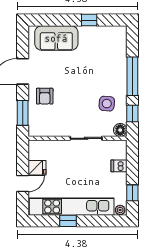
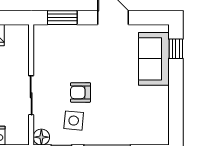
window: (89, 20) -> (176, 49), moved
armchair: (45, 96) -> (81, 92), moved

